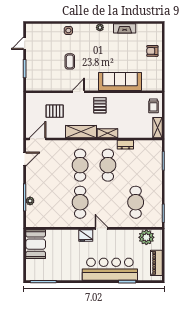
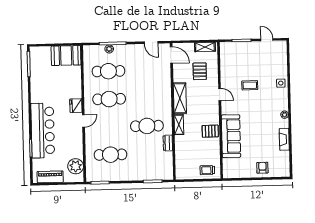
pallet: (100, 105) -> (210, 131), moved
shelving: (157, 128) -> (205, 47), moved
cafe table: (80, 165) -> (108, 71), moved

